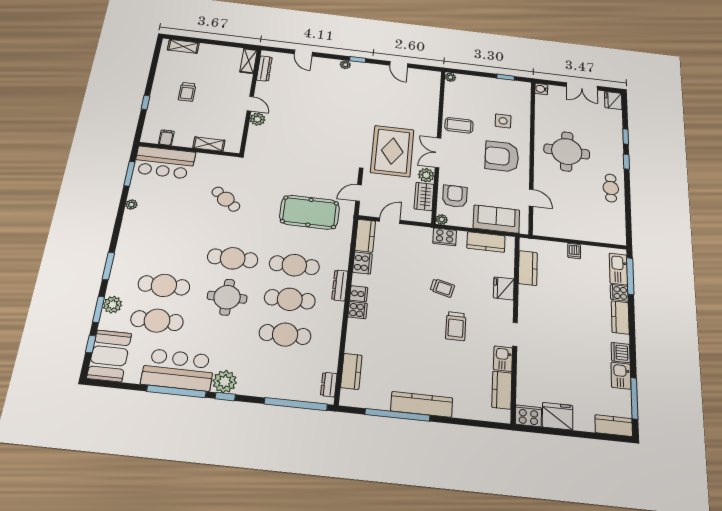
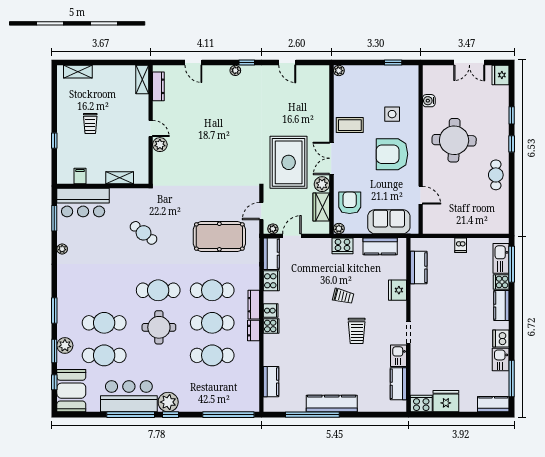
water cooler: (541, 89) -> (429, 101), moved
plant: (369, 211) -> (273, 229), added
dresser: (329, 385) -> (253, 331), moved

